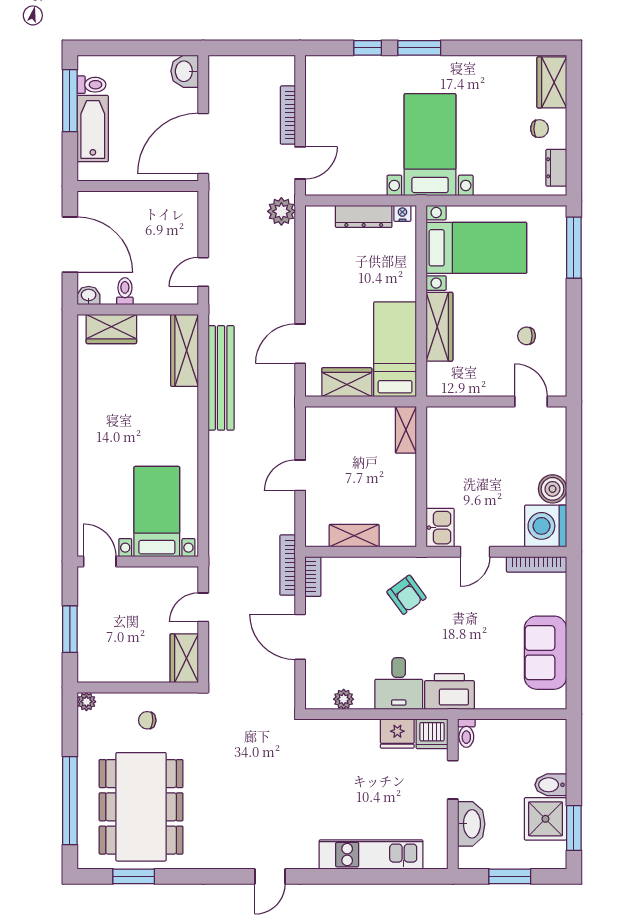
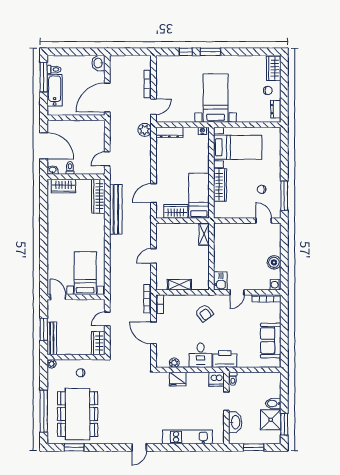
dresser: (364, 216) -> (169, 132), moved
window: (574, 248) -> (284, 196), moved
washing machine: (546, 526) -> (275, 285), width x0.53, depth x0.53
bench: (87, 648) -> (52, 338), added
fridge: (397, 734) -> (178, 379), moved

